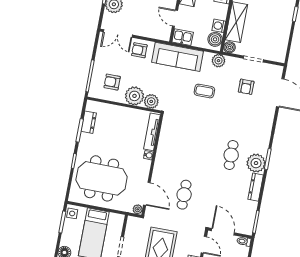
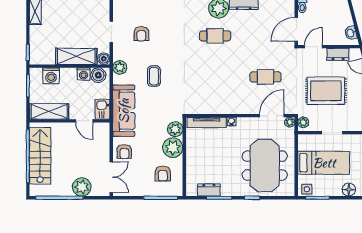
door: (175, 18) -> (84, 121), hinge flipped
armchair: (246, 87) -> (141, 34), turned 90
plant: (135, 222) -> (303, 122), added

